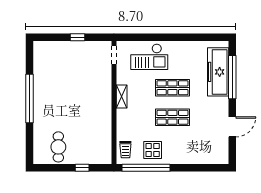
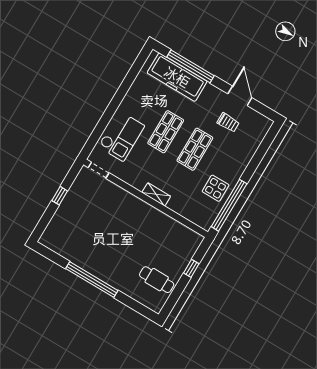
shelving: (122, 97) -> (156, 194), moved
trolley: (125, 150) -> (228, 122), moved

